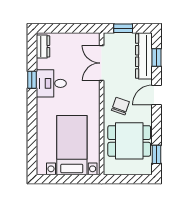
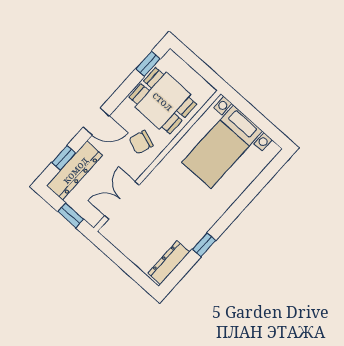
dresser: (43, 46) -> (169, 263), width x1.44
double door: (102, 63) -> (122, 200), swing flipped
desk: (51, 83) -> (188, 224), removed

